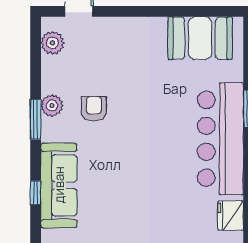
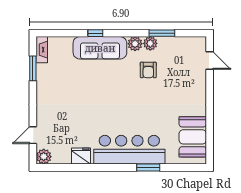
plant: (52, 43) -> (135, 44), moved
armchair: (94, 109) -> (148, 70), turned 90
window: (36, 119) -> (162, 33), moved

